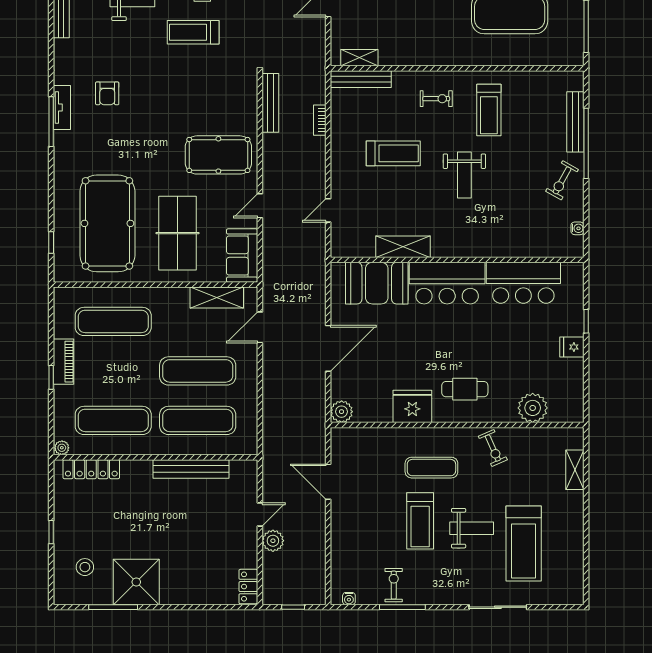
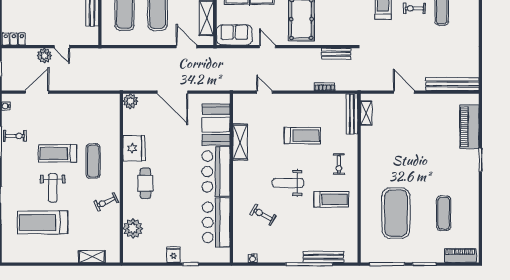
bench: (270, 103) -> (336, 54), width x0.73
treadmill: (489, 110) -> (331, 199), turned 180
treadmill: (393, 153) -> (302, 136), turned -90
exercise bike: (562, 180) -> (263, 215), moved
door: (328, 482) -> (37, 92), moved

